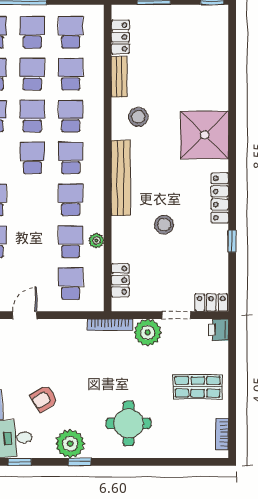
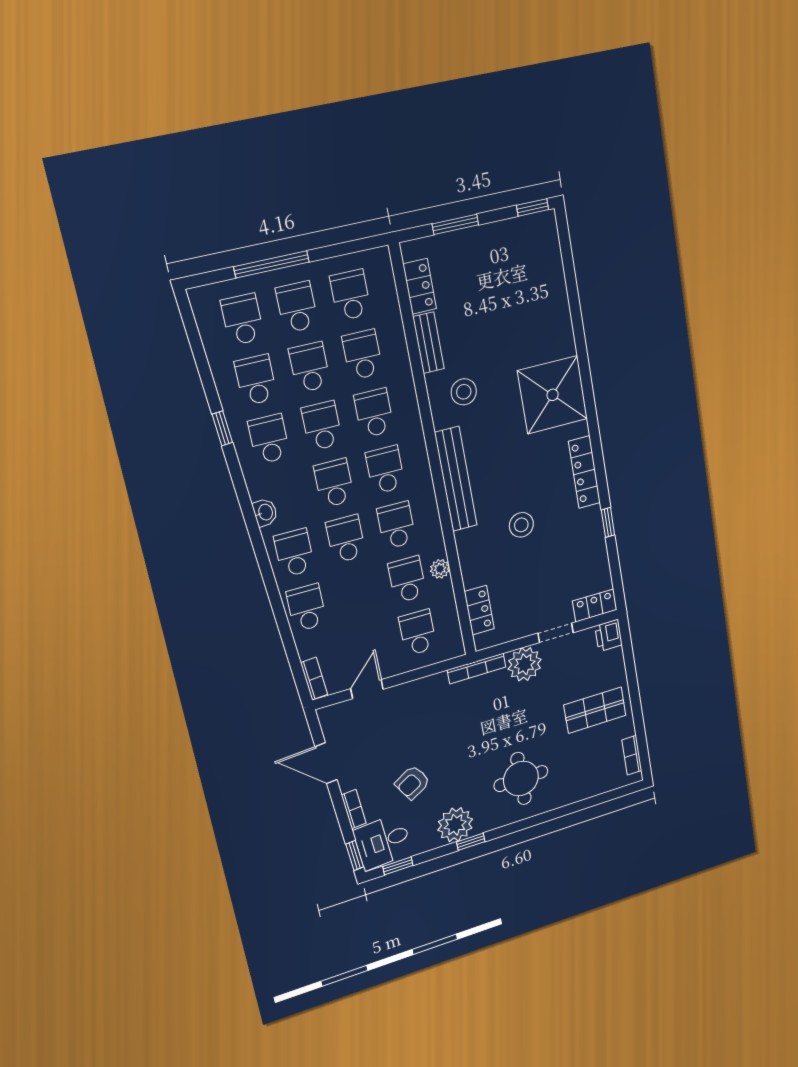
school desk: (32, 200) -> (346, 539), added

